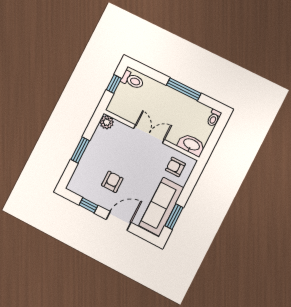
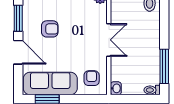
window: (184, 89) -> (164, 66), moved
washbasin: (191, 145) -> (116, 88), width x0.52, depth x0.69
window: (88, 205) -> (18, 18), width x1.50

